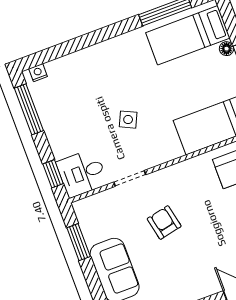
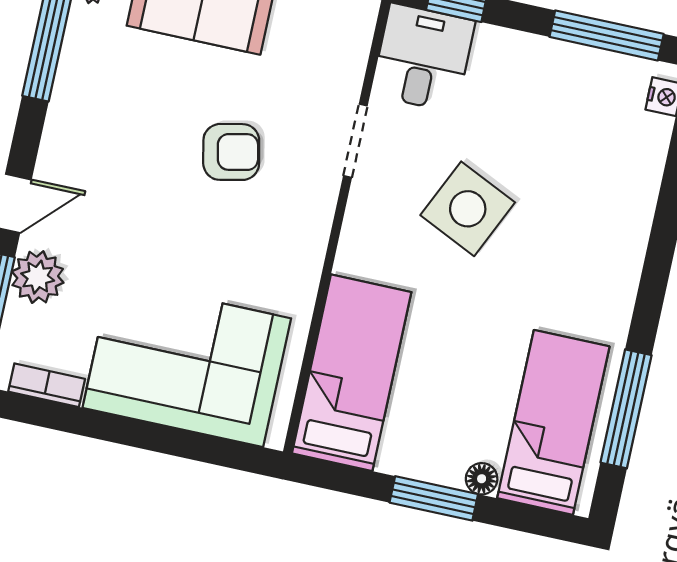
side table: (128, 120) -> (468, 209), width x1.87, depth x1.87

